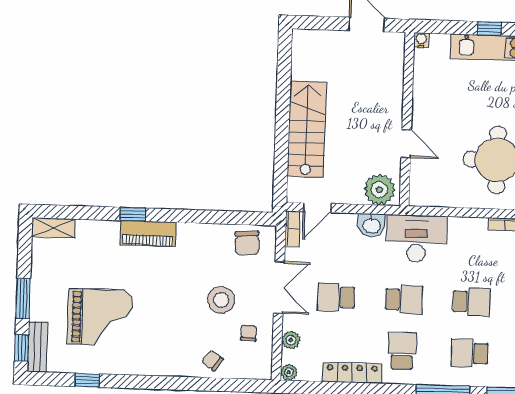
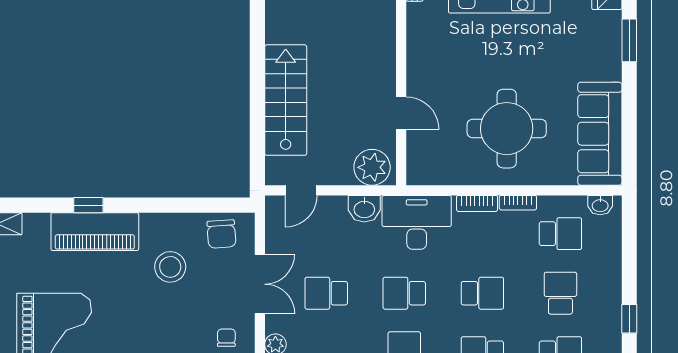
bookcase: (292, 229) -> (477, 203), moved, turned 90
piano: (148, 234) -> (95, 232), width x1.37, depth x1.33
stool: (221, 300) -> (170, 267), moved
school desk: (404, 300) -> (404, 293), turned 180

